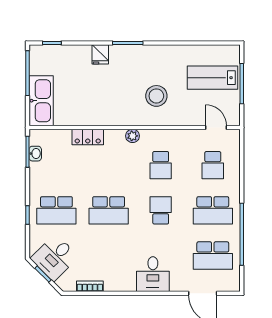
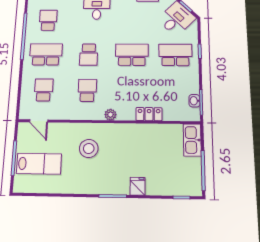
kitchen sink: (41, 101) -> (192, 140), width x0.73, depth x0.81
school desk: (213, 255) -> (48, 20), width x0.54

